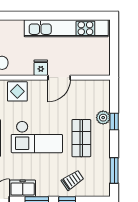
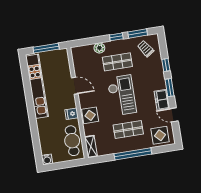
window: (114, 48) -> (46, 48), added
fridge: (41, 68) -> (72, 114), moved
window: (114, 122) -> (116, 37), moved
trolley: (73, 180) -> (146, 49), moved

